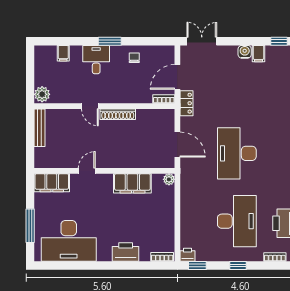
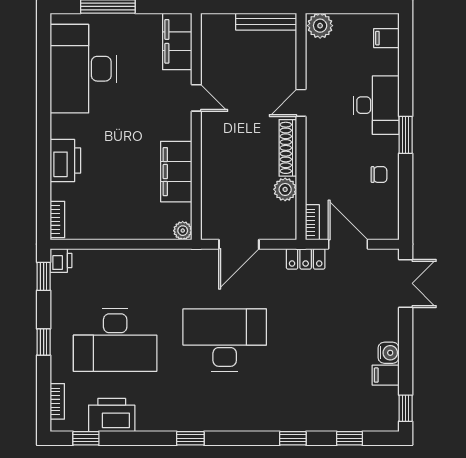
filing cabinet: (63, 53) -> (386, 38), moved
desk: (96, 60) -> (376, 105), width x1.37
plant: (143, 116) -> (285, 189), added

